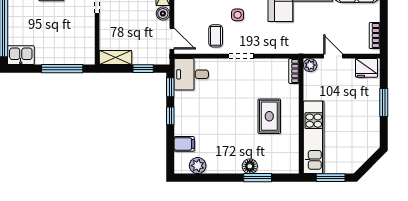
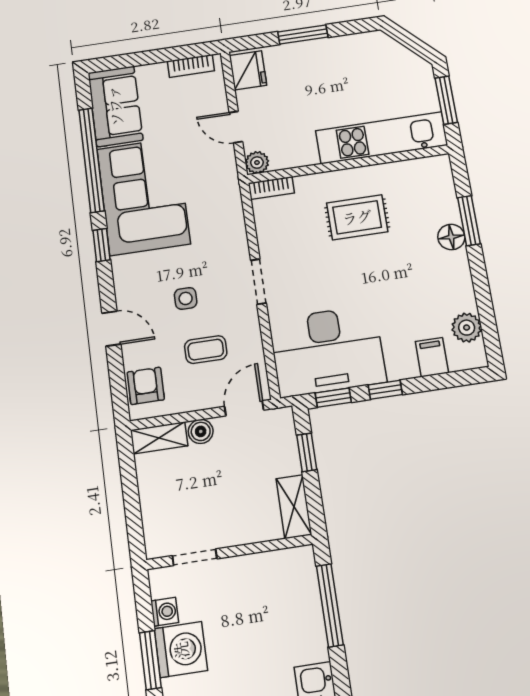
coffee table: (216, 36) -> (206, 350), moved
door: (333, 56) -> (236, 127), hinge flipped
desk: (191, 74) -> (327, 351), width x1.87, depth x1.30

